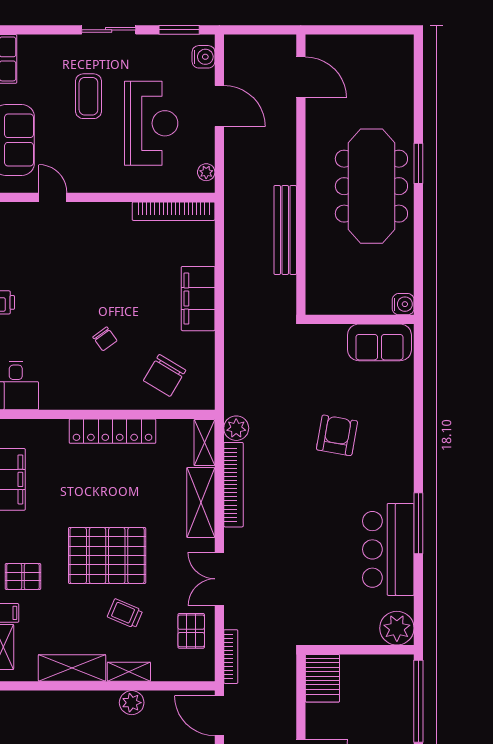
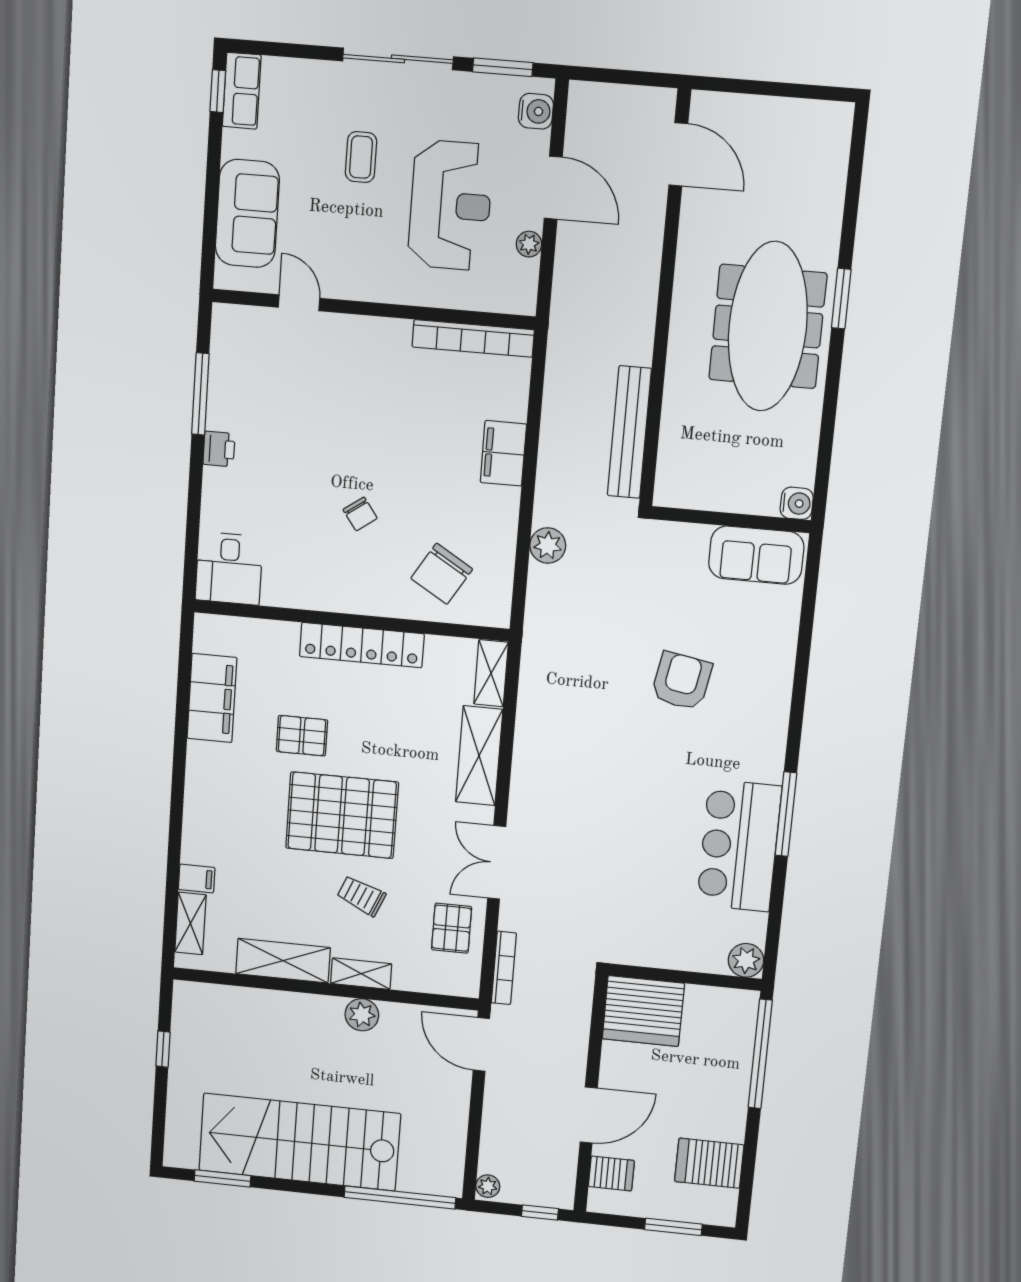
sliding door: (109, 30) -> (398, 59), width x1.37
coffee table: (88, 96) -> (361, 157), width x0.73, depth x0.77
plant: (206, 172) -> (529, 244), moved
bench: (285, 230) -> (629, 432), moved
filing cabinet: (198, 299) -> (503, 453), width x0.67, depth x0.86
plant: (236, 428) -> (548, 545), moved
bookcase: (233, 485) -> (527, 736), removed
pallet: (23, 576) -> (302, 736), moved
plant: (397, 628) -> (746, 960), width x0.73, depth x0.73
server rack: (322, 678) -> (643, 1011), width x1.60

